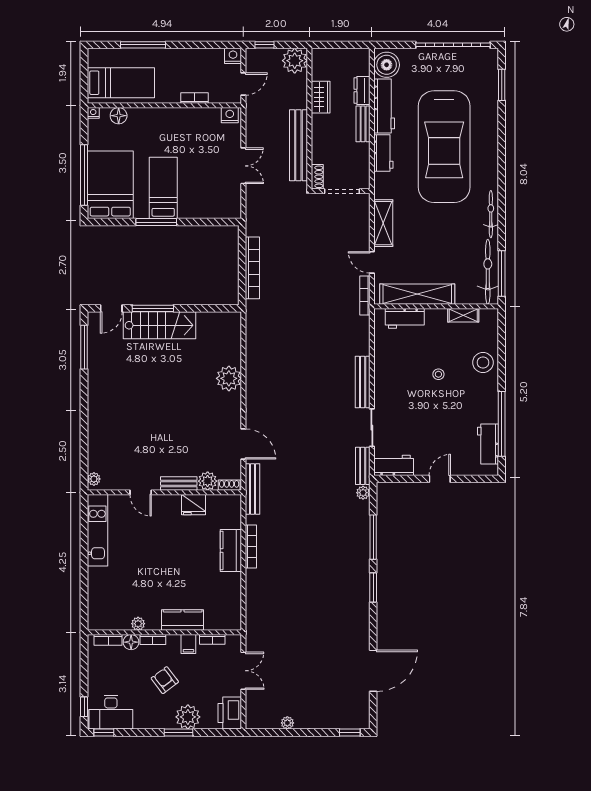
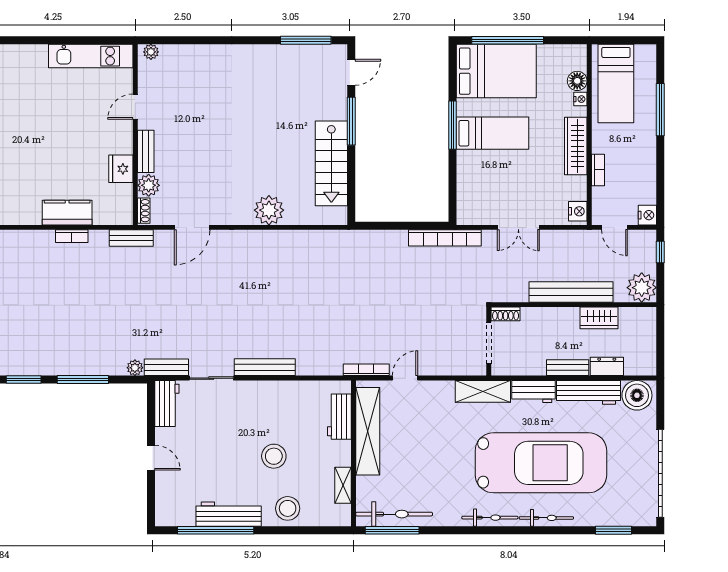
nightstand: (93, 113) -> (580, 99), moved
wardrobe: (174, 117) -> (576, 146), added
bicycle: (491, 142) -> (546, 518), added
bench: (298, 145) -> (571, 292), moved
car: (444, 147) -> (541, 463), turned 180
bicycle: (491, 214) -> (490, 518), moved
shelving: (383, 223) -> (483, 391), moved
bookcase: (252, 268) -> (445, 238), moved
door: (111, 308) -> (351, 72), swing flipped
stairs: (160, 325) -> (331, 163), moved
stool: (438, 374) -> (274, 456), width x1.89, depth x1.89
workbench: (488, 444) -> (229, 514), moved, width x1.37
bench: (252, 489) -> (131, 238), width x0.73
bookcase: (251, 547) -> (72, 236), width x0.64

